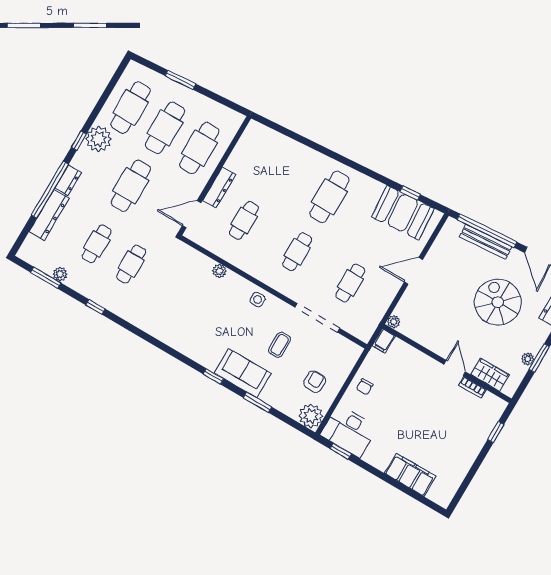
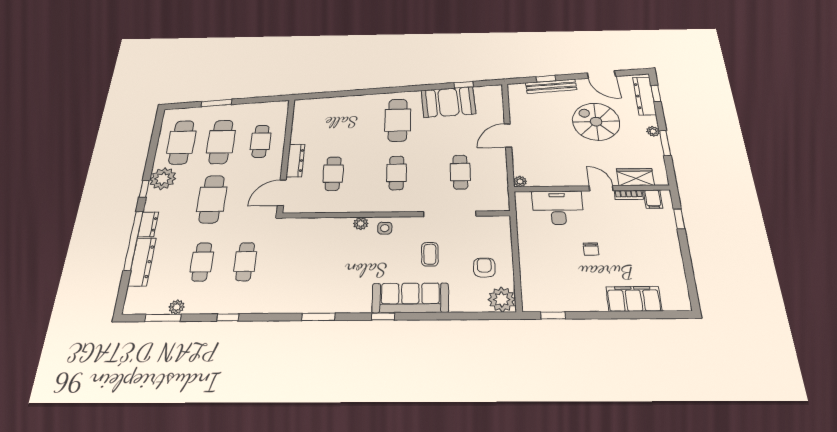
cafe table: (199, 148) -> (261, 141), width x0.73, depth x0.74
booth: (403, 213) -> (448, 102), moved
window: (487, 231) -> (546, 79), width x0.32
plant: (219, 271) -> (361, 223), moved
filing cabinet: (384, 341) -> (653, 199), moved
plant: (528, 359) -> (653, 131), moved
sofa: (243, 373) -> (410, 298), width x1.36
chair: (365, 387) -> (591, 249), moved
window: (258, 402) -> (318, 317), moved
desk: (349, 431) -> (558, 208), moved, turned 180

